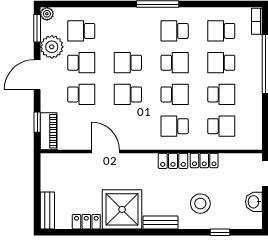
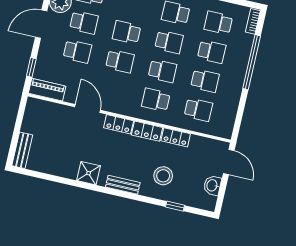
school desk: (221, 63) -> (212, 52), turned 180
school desk: (128, 94) -> (120, 61), turned 180
piano: (49, 131) -> (47, 90), moved, turned -90
shower: (122, 209) -> (89, 173), width x0.54, depth x0.54
locker: (86, 222) -> (119, 124), moved, turned 180

